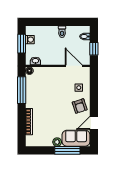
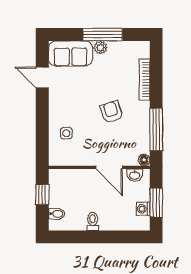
door: (74, 66) -> (109, 167), moved
armchair: (80, 106) -> (111, 112), moved
door: (94, 123) -> (42, 77), swing flipped
window: (67, 150) -> (103, 35), moved

